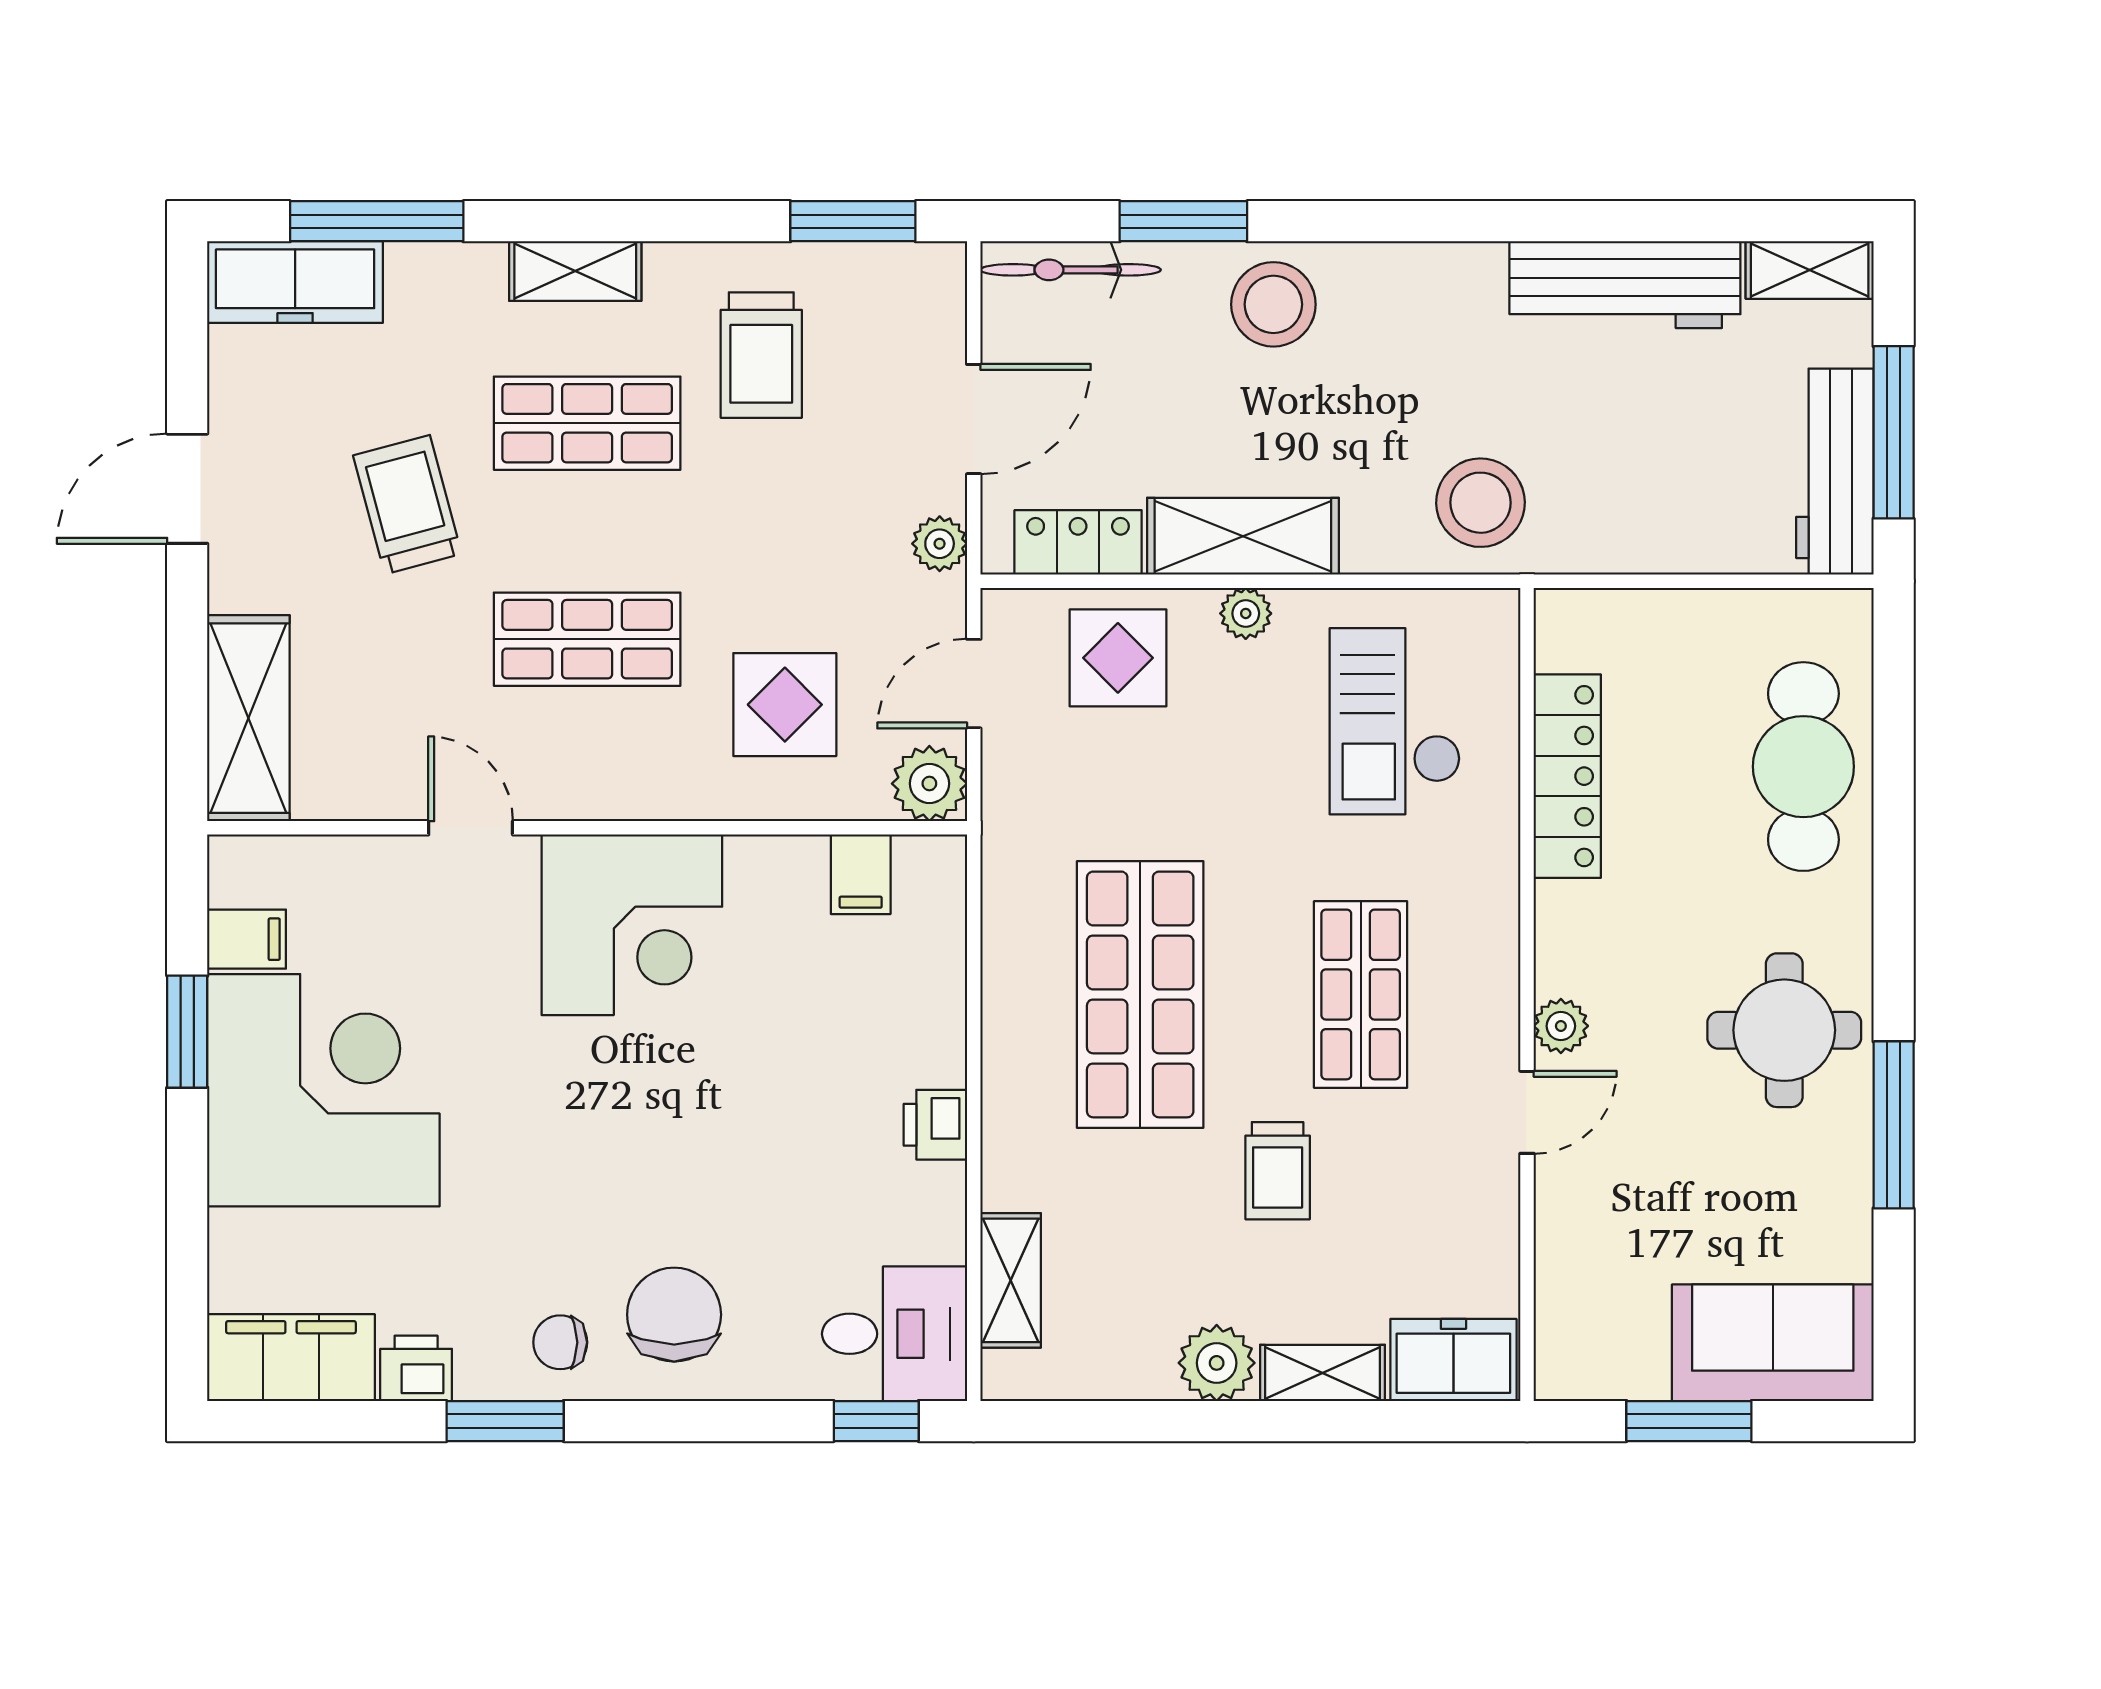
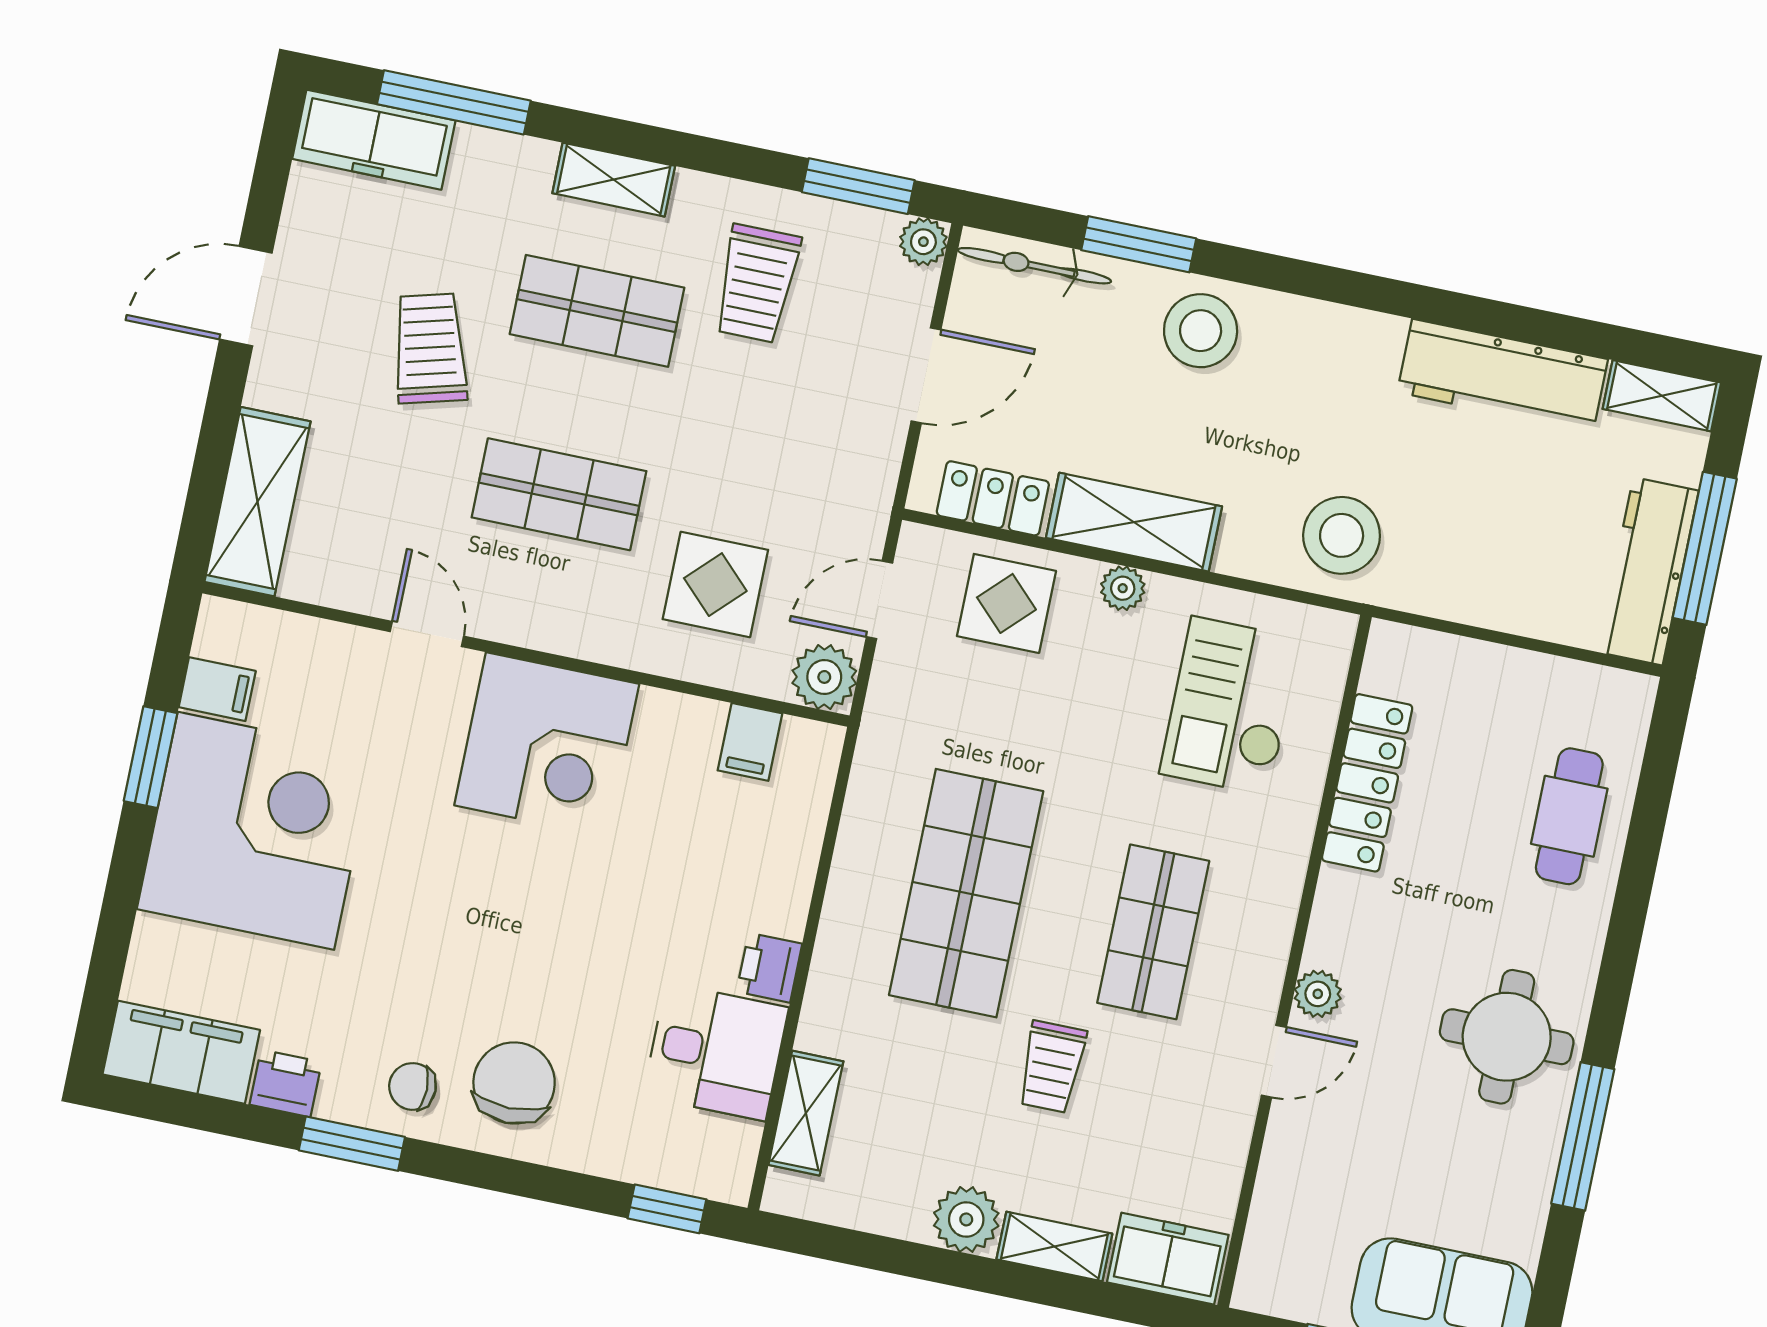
plant: (940, 544) -> (923, 242), moved
cafe table: (1803, 767) -> (1569, 816), width x0.73, depth x0.74
desk: (895, 1334) -> (716, 1052), moved

